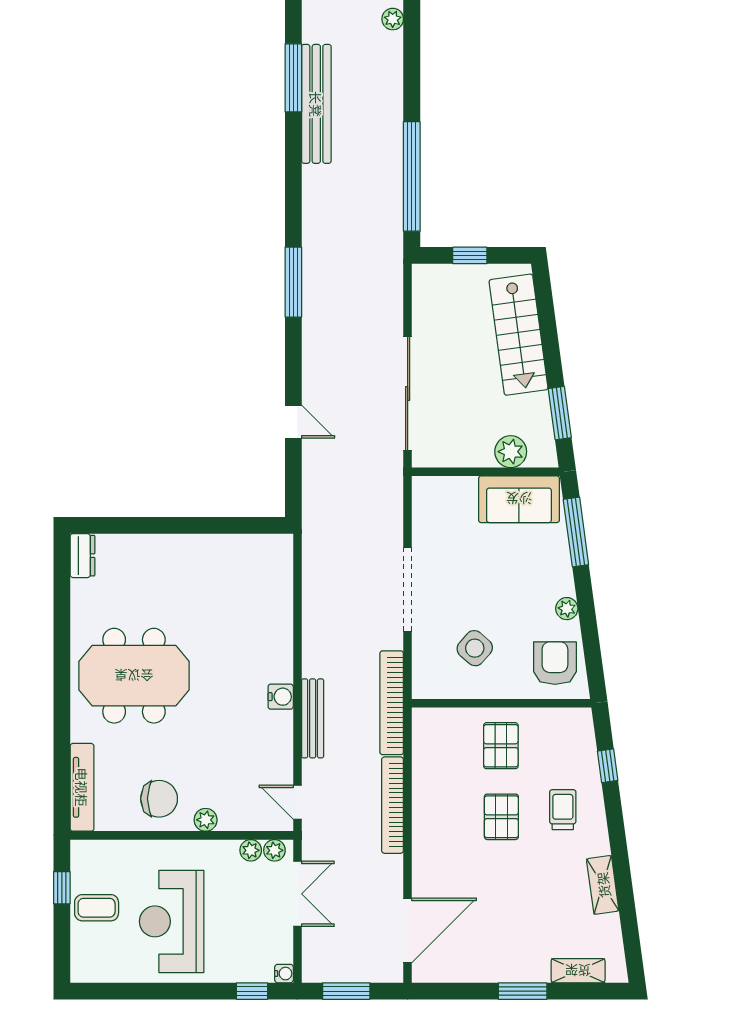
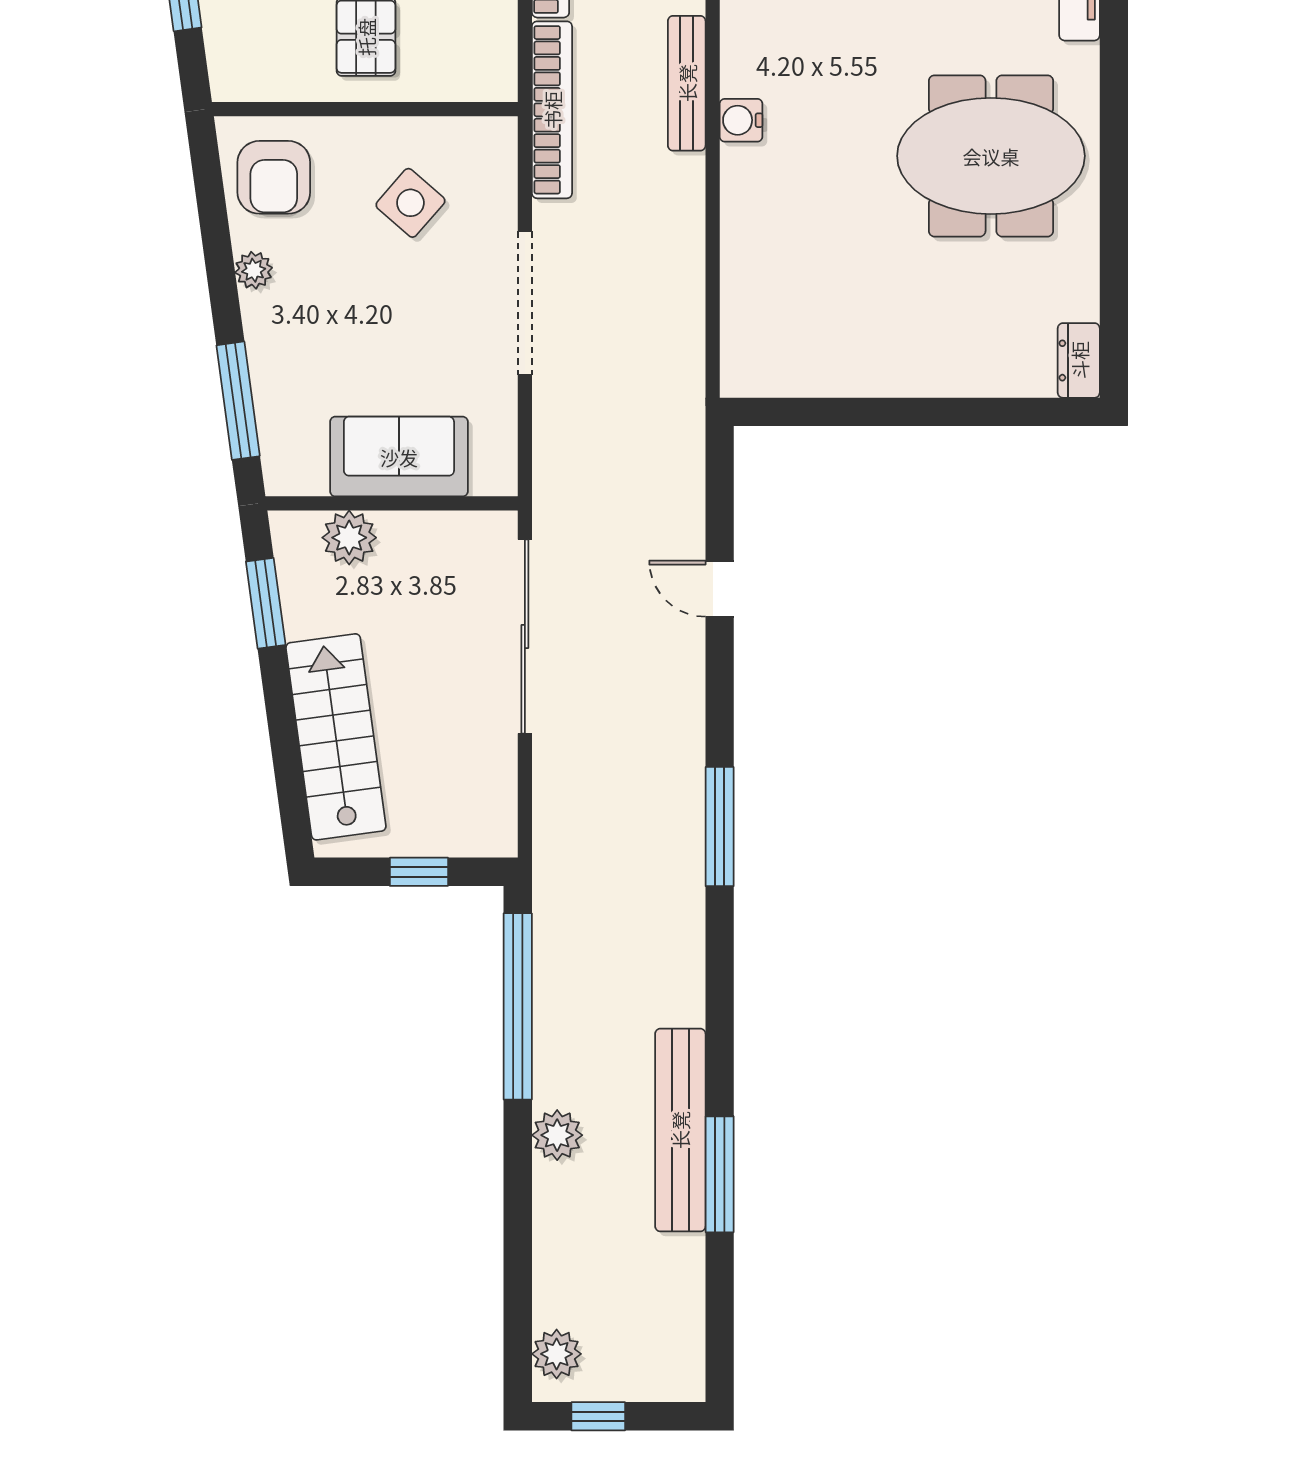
plant: (393, 19) -> (557, 1135), moved, width x1.38, depth x1.38
sofa: (519, 499) -> (399, 457), moved

